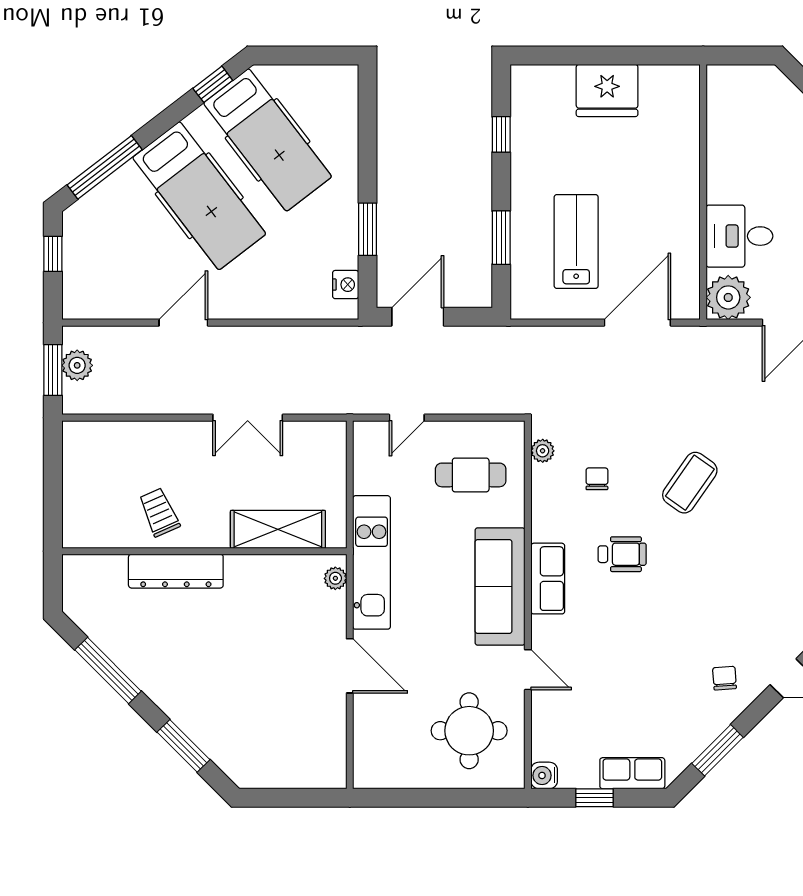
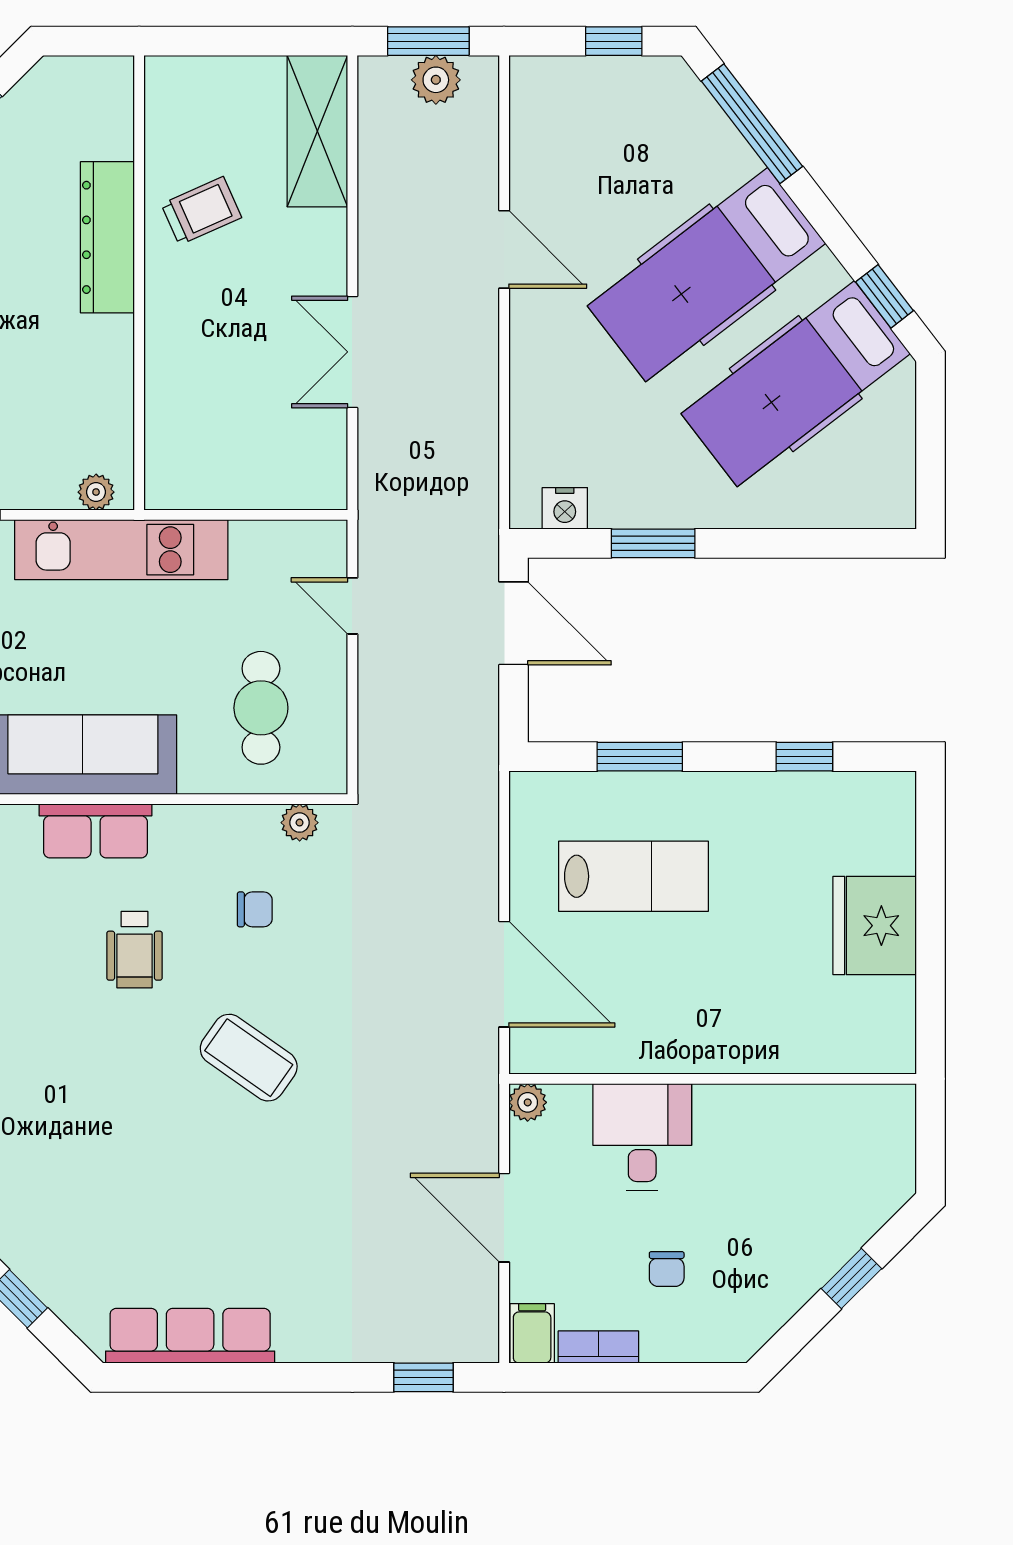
plant: (728, 297) -> (528, 1102), width x0.53, depth x0.53
shelving: (278, 529) -> (317, 131), moved

